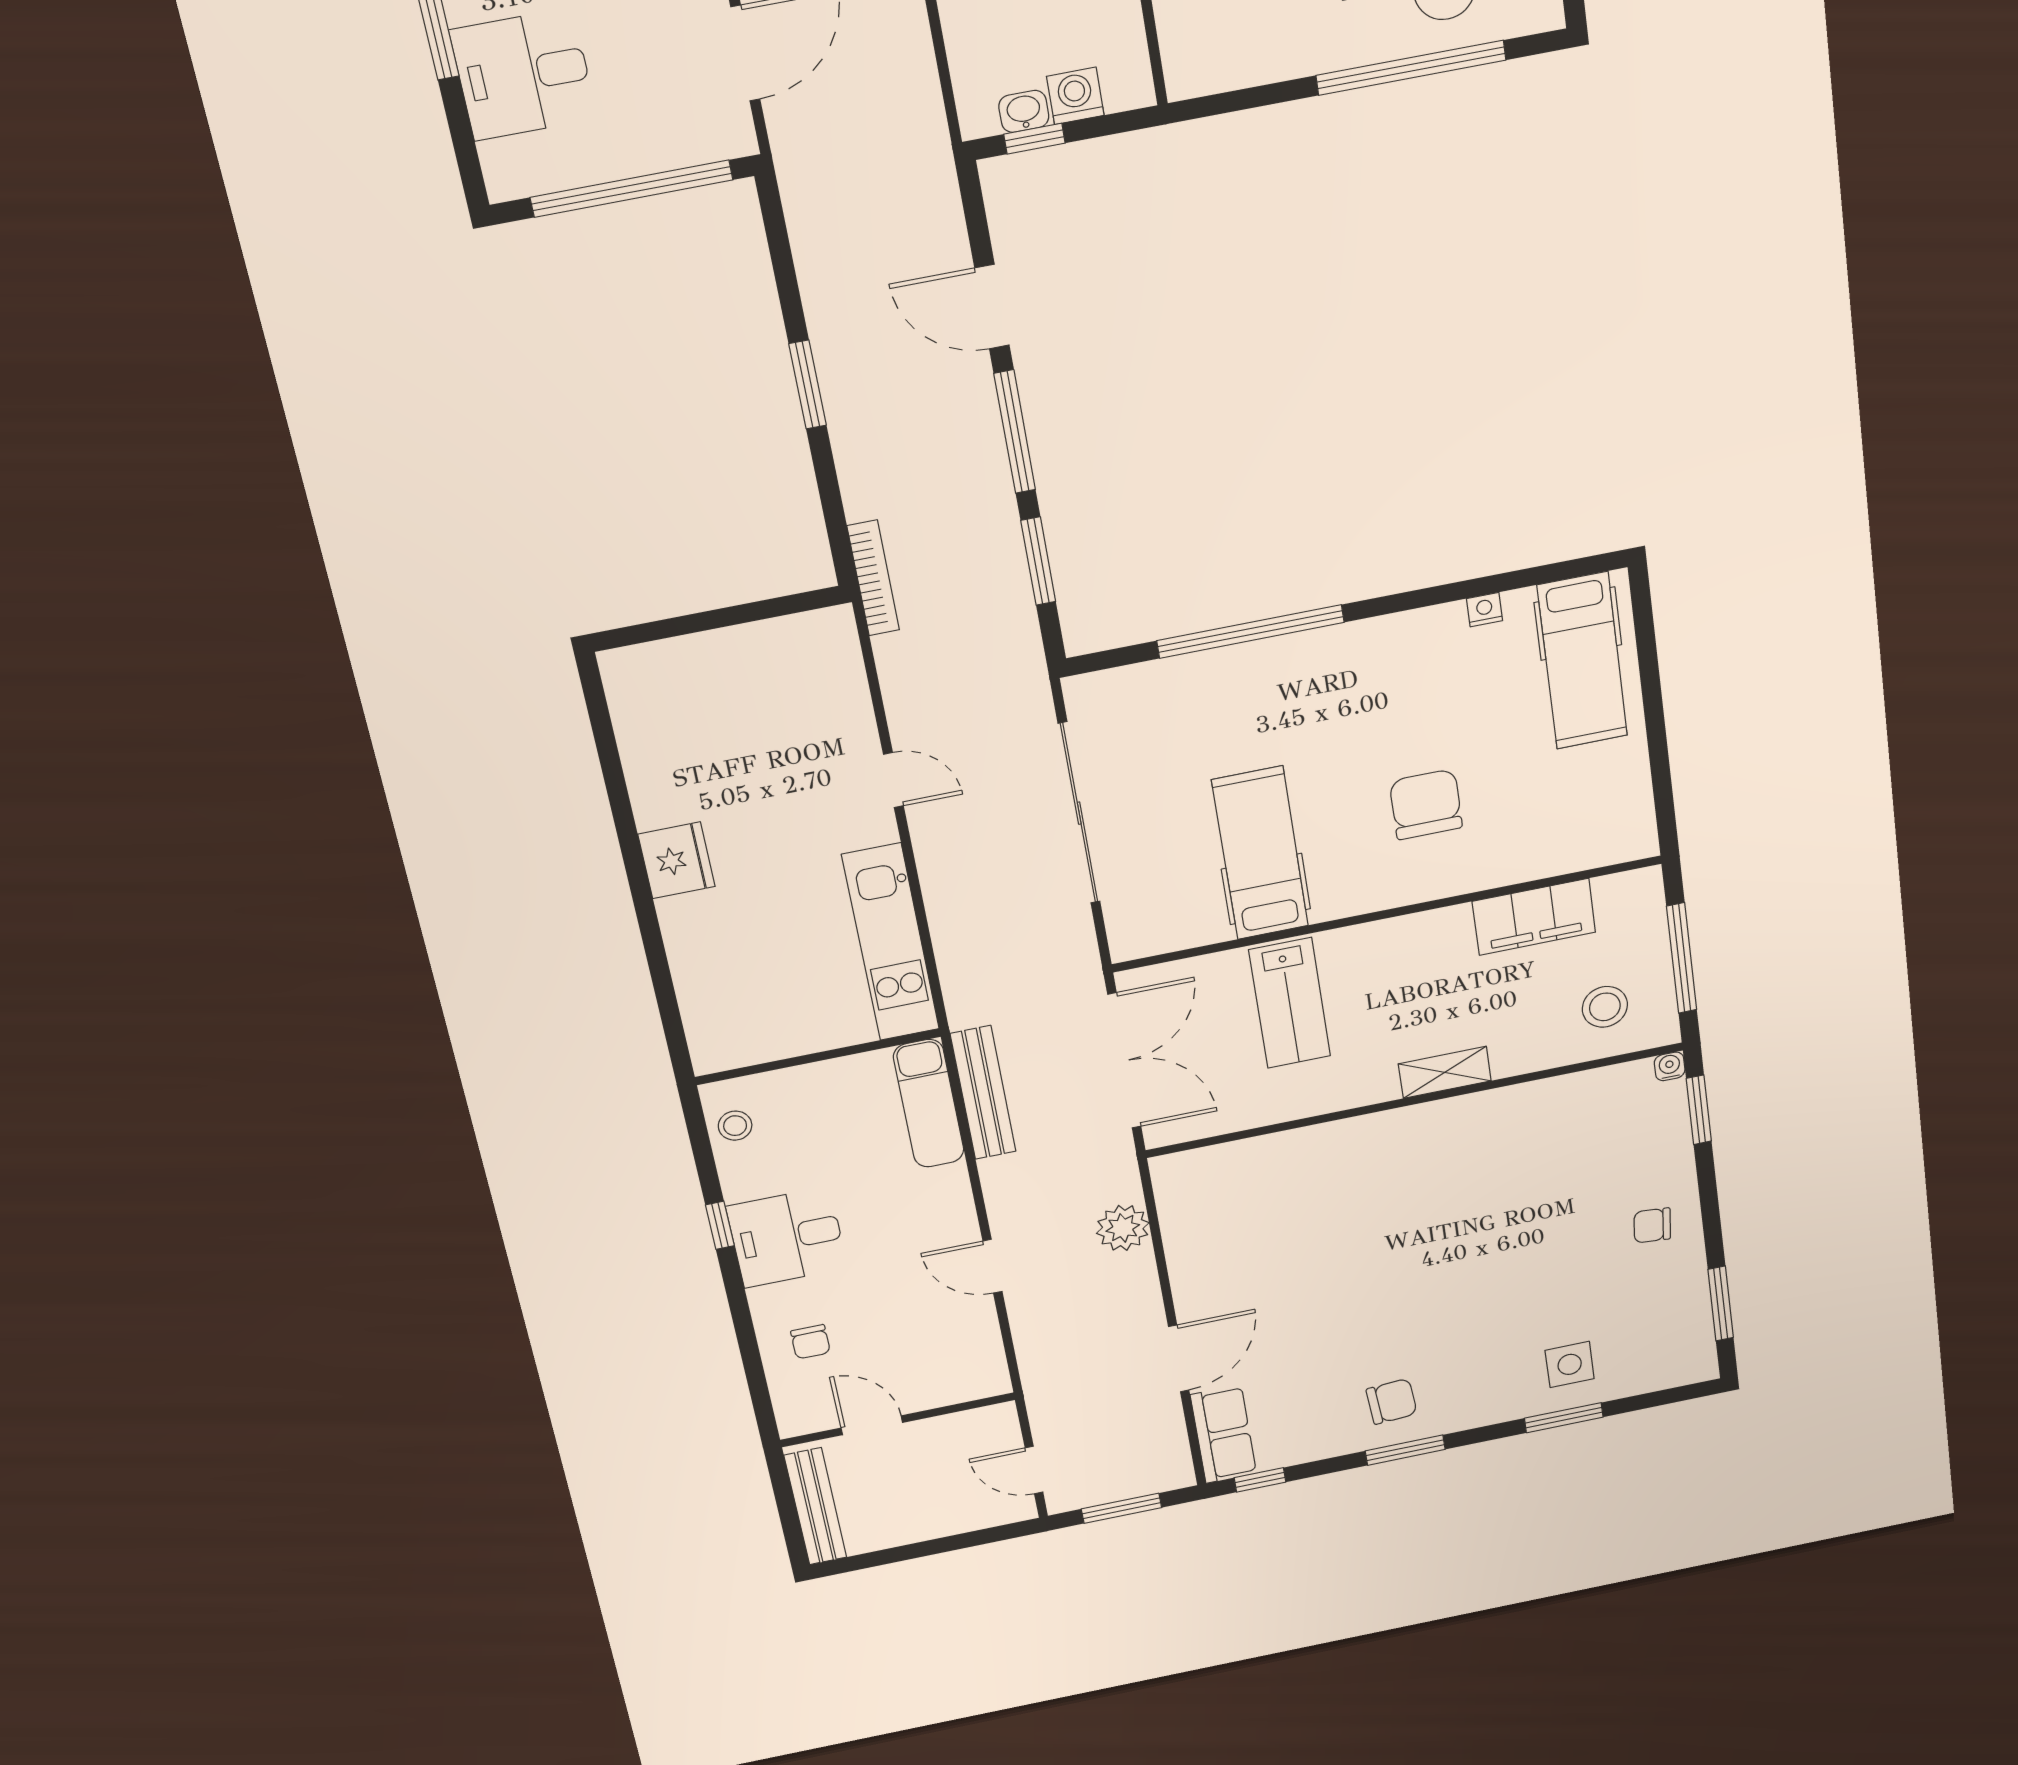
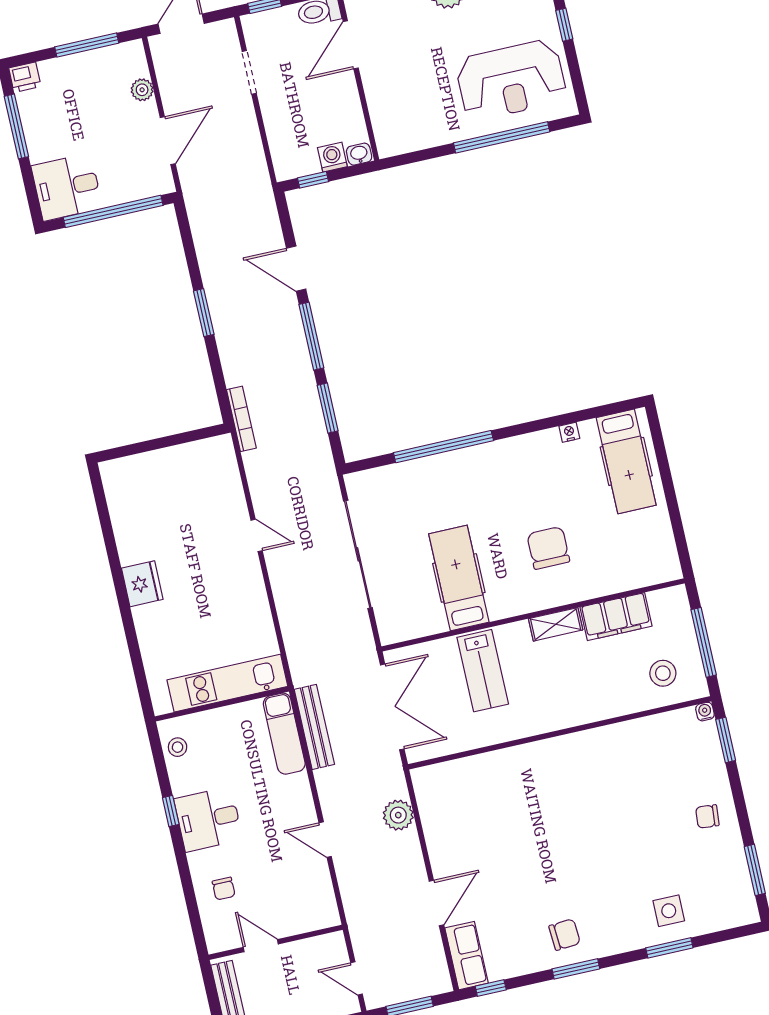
desk: (523, 74) -> (67, 187), moved
washbasin: (1024, 111) -> (359, 154), moved
kitchen unit: (891, 942) -> (227, 683), moved, turned 90
shelving: (1445, 1072) -> (556, 624), moved

